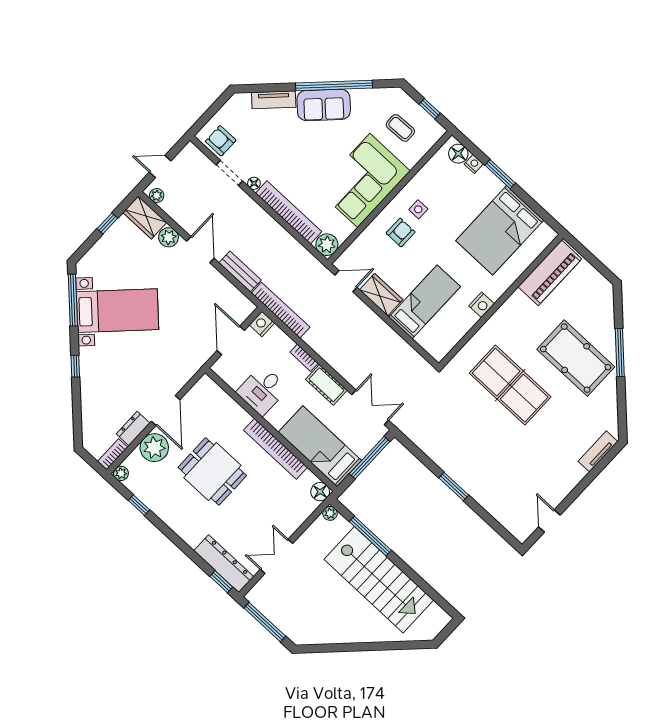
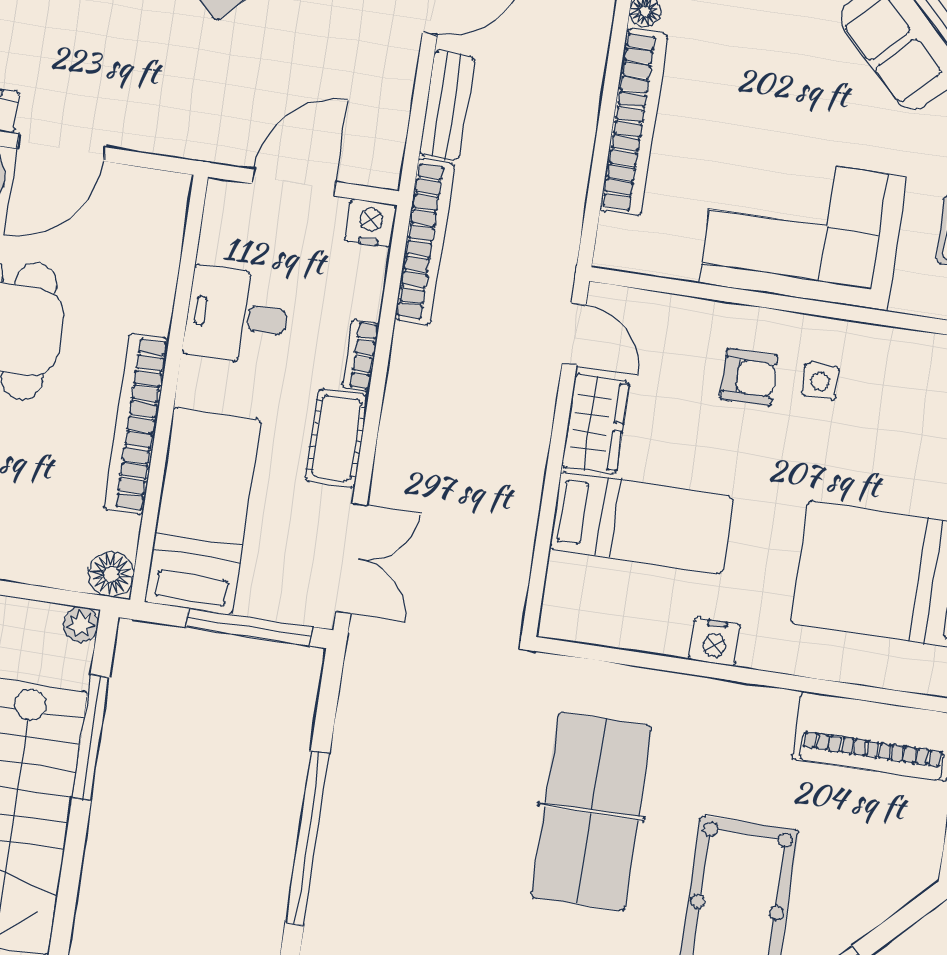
plant: (327, 245) -> (622, 245), removed
window: (454, 486) -> (307, 838), width x2.11

